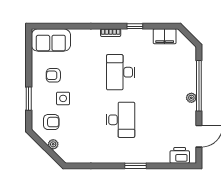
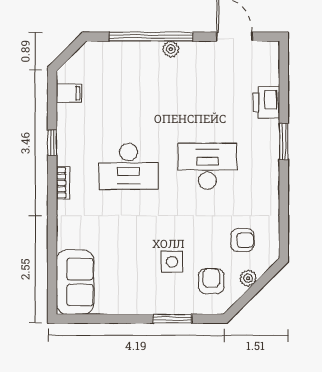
filing cabinet: (165, 36) -> (69, 93), width x0.50
armchair: (53, 75) -> (242, 240), moved, turned -90
printer: (180, 155) -> (266, 102), moved

